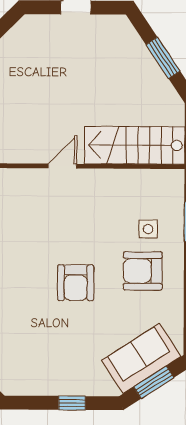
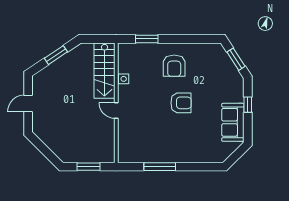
side table: (148, 229) -> (124, 79), moved
sofa: (141, 358) -> (233, 122), moved, turned 33

